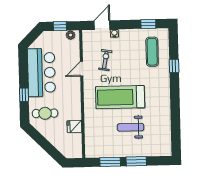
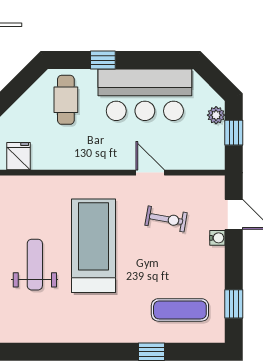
plant: (71, 35) -> (216, 115), moved
fridge: (74, 126) -> (19, 156), moved

